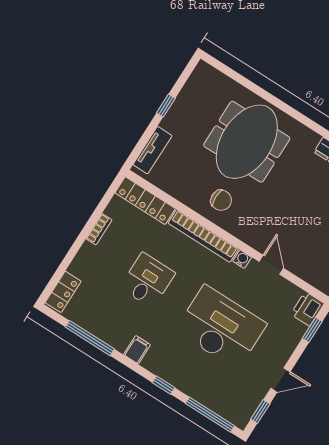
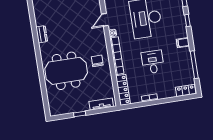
desk: (147, 280) -> (153, 62), turned 90

